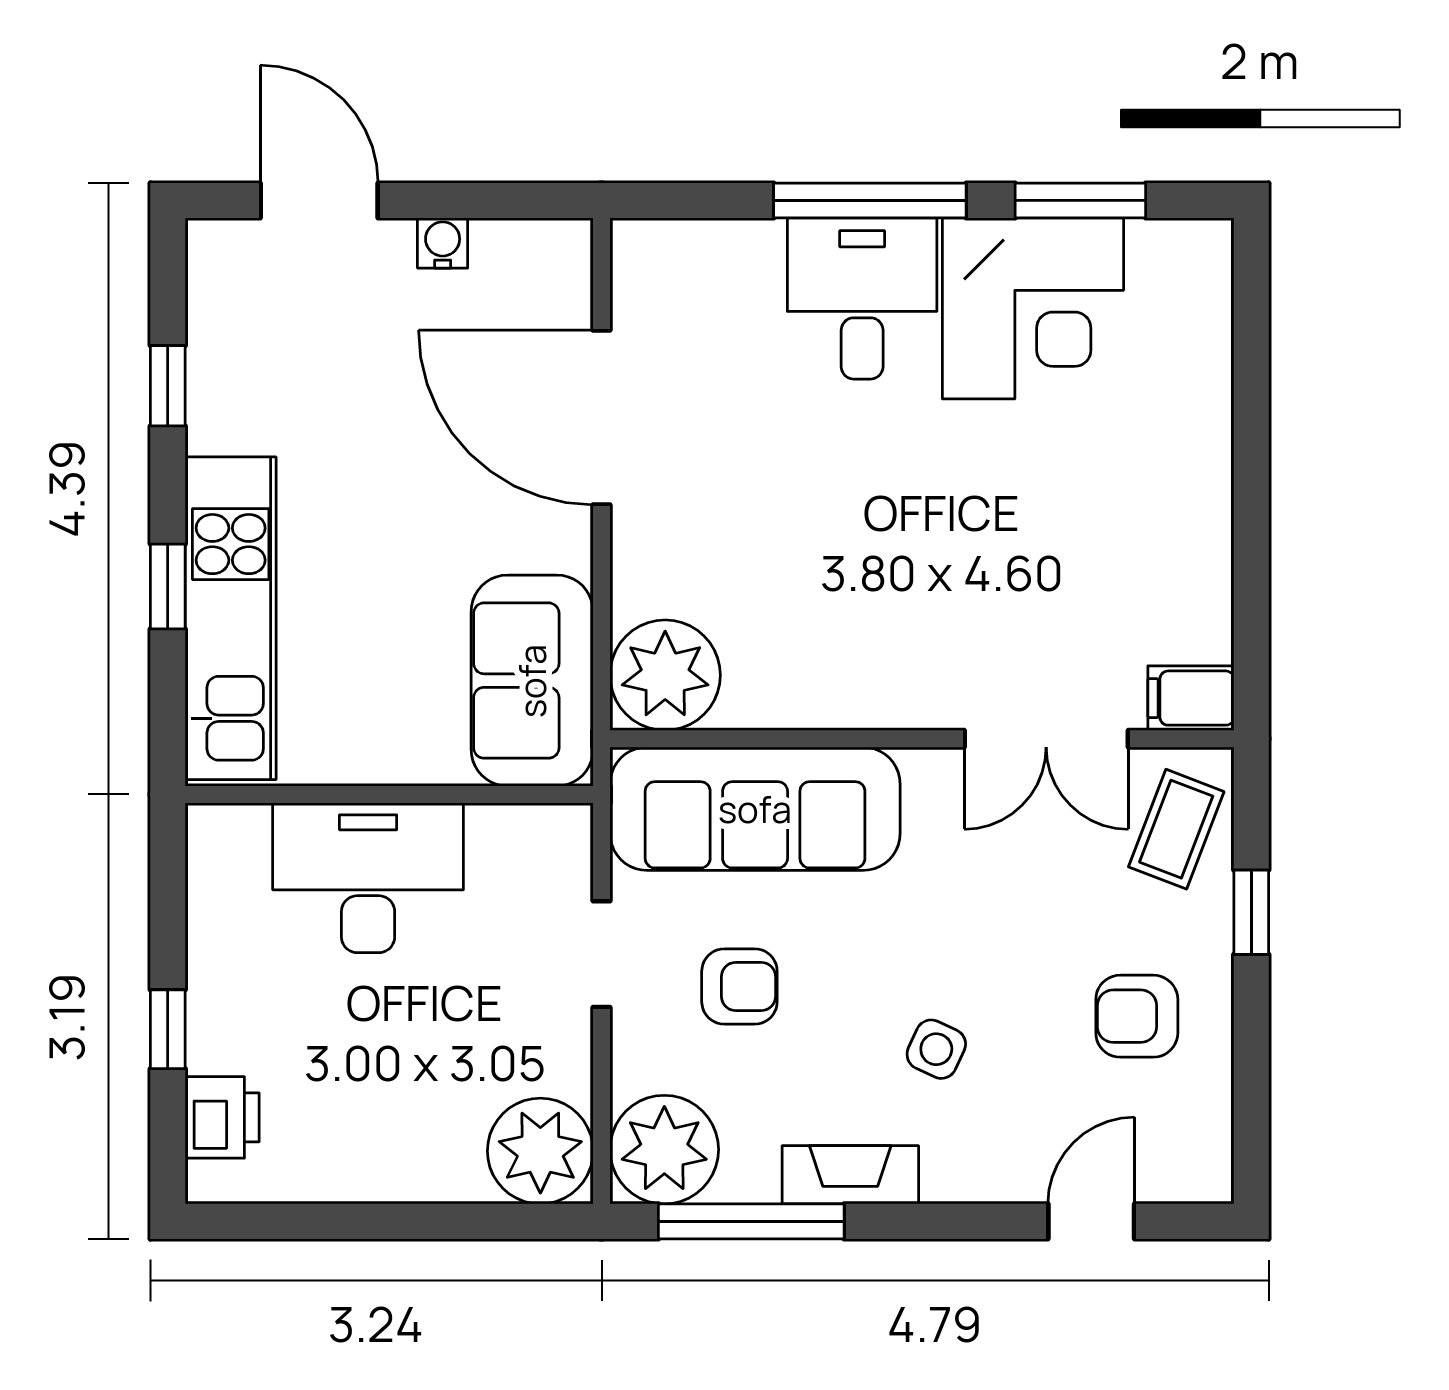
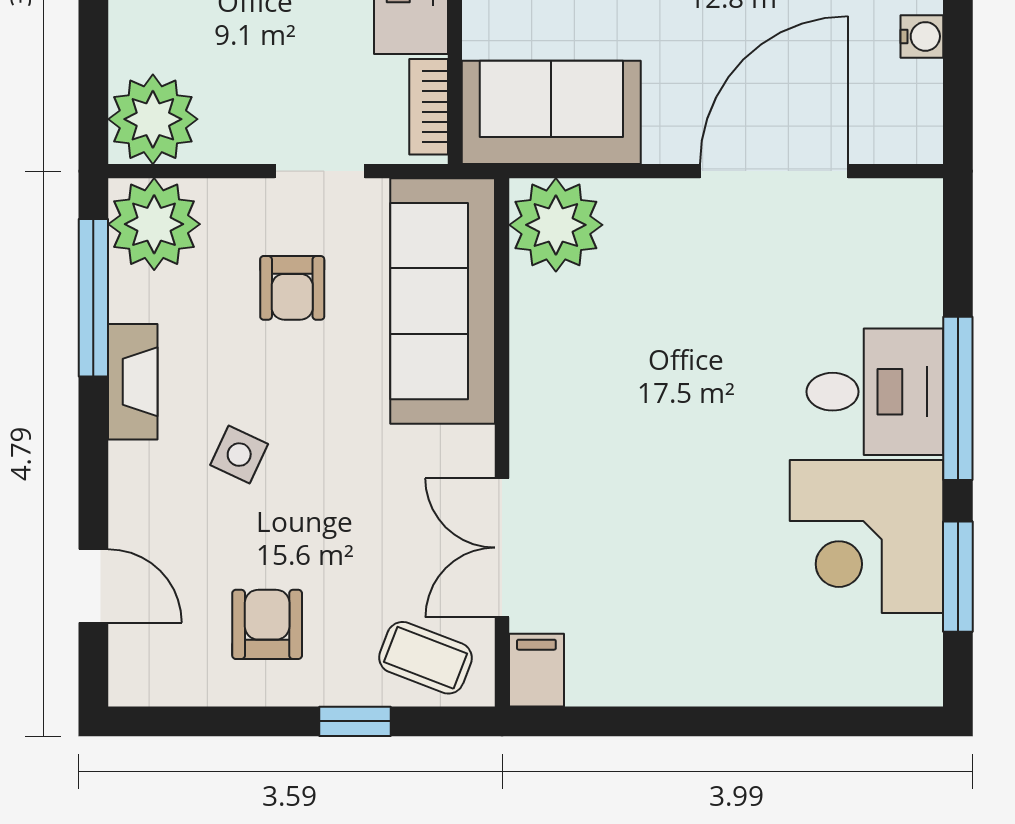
bookcase: (526, 825) -> (429, 107), added

